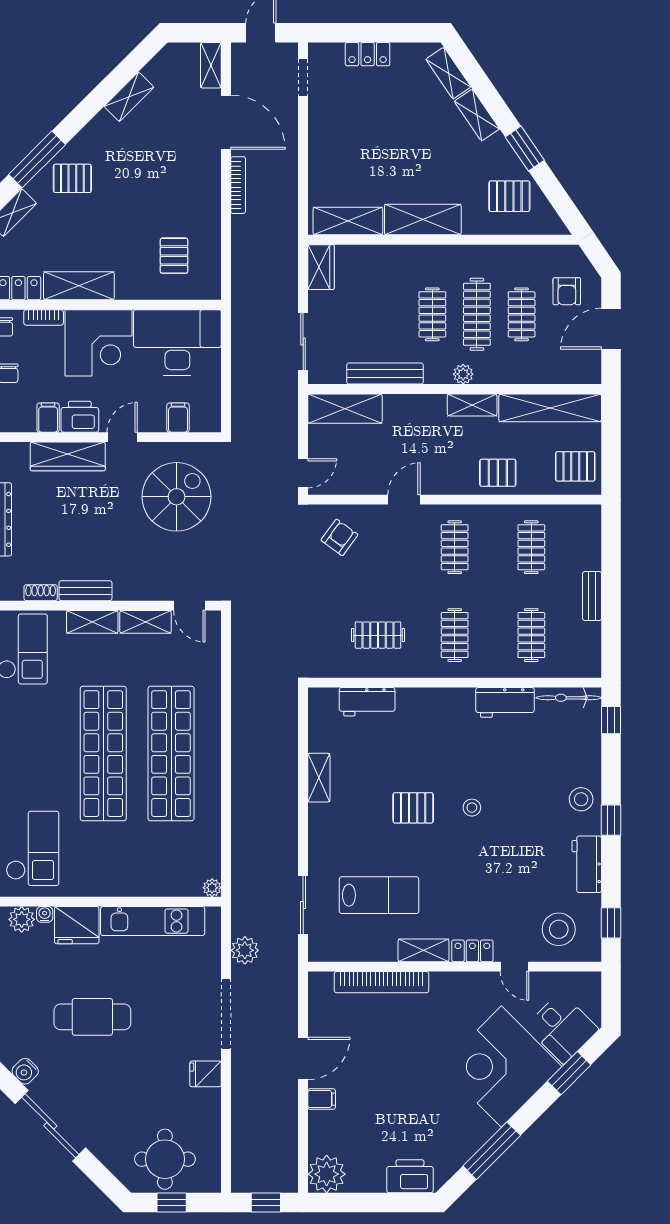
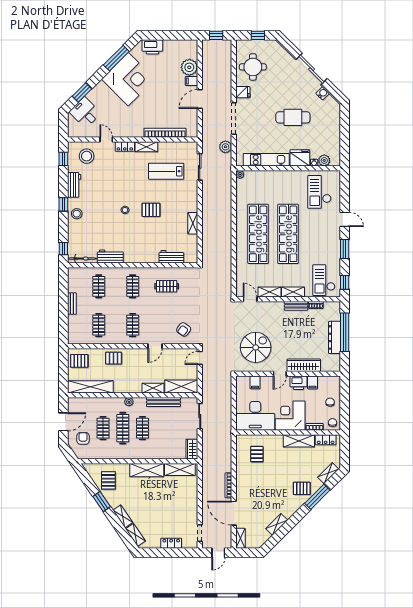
pallet: (509, 196) -> (108, 480), turned 90
shelving: (472, 405) -> (153, 388), moved
spiral stairs: (177, 497) -> (256, 347), turned 180
corner desk: (501, 1067) -> (128, 79), moved
round table: (165, 1159) -> (253, 67), moved
plant: (327, 1174) -> (189, 67), moved

